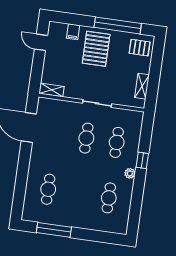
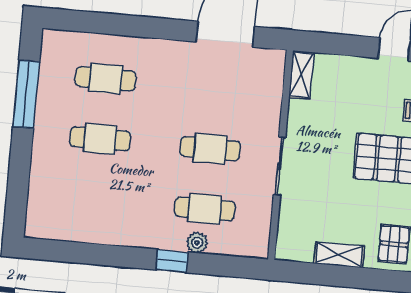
shelving: (142, 86) -> (339, 255), moved
plant: (130, 173) -> (197, 243), moved
cafe table: (109, 198) -> (100, 139), moved

